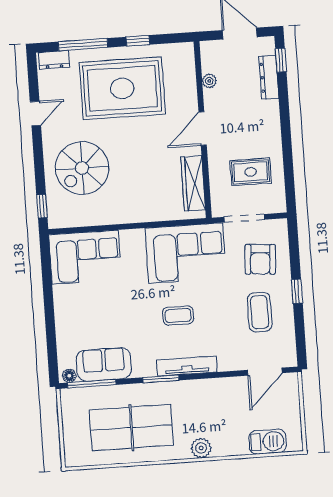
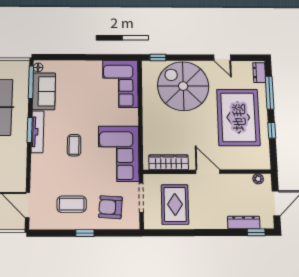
plant: (209, 81) -> (258, 179), moved
spiral stairs: (82, 168) -> (183, 86), width x1.37, depth x1.37
rug: (251, 172) -> (175, 204), width x1.36, depth x1.43
tv unit: (187, 366) -> (37, 132), moved

